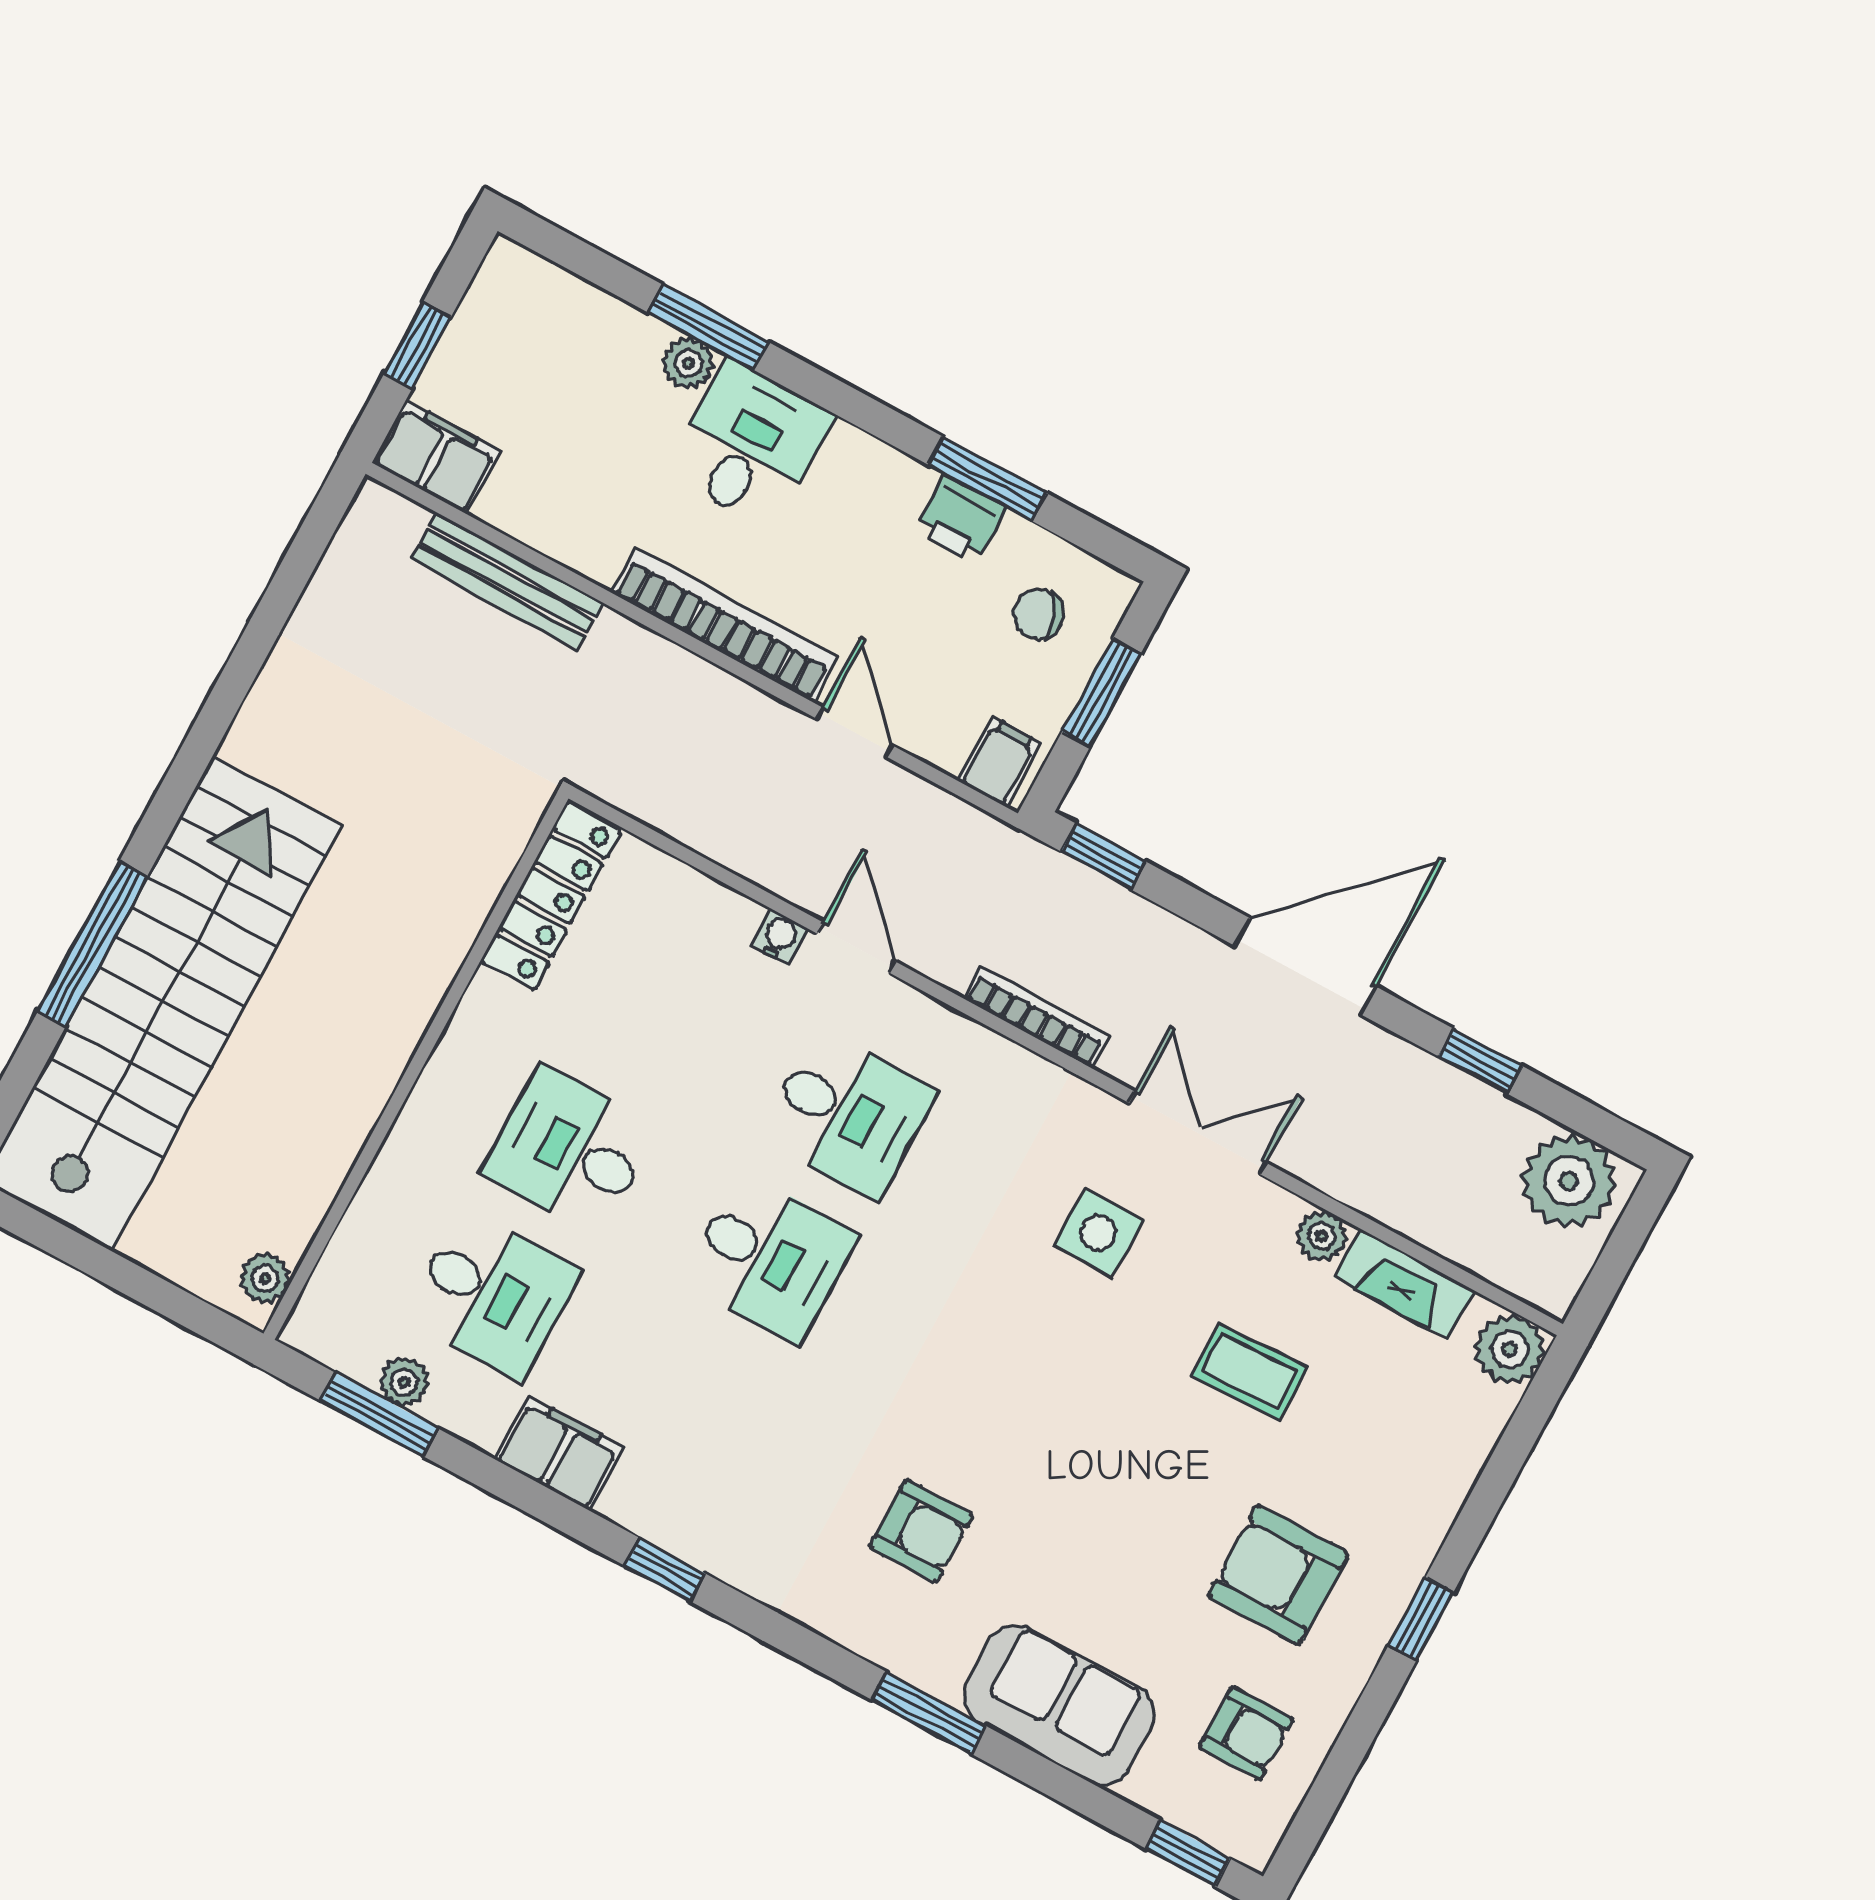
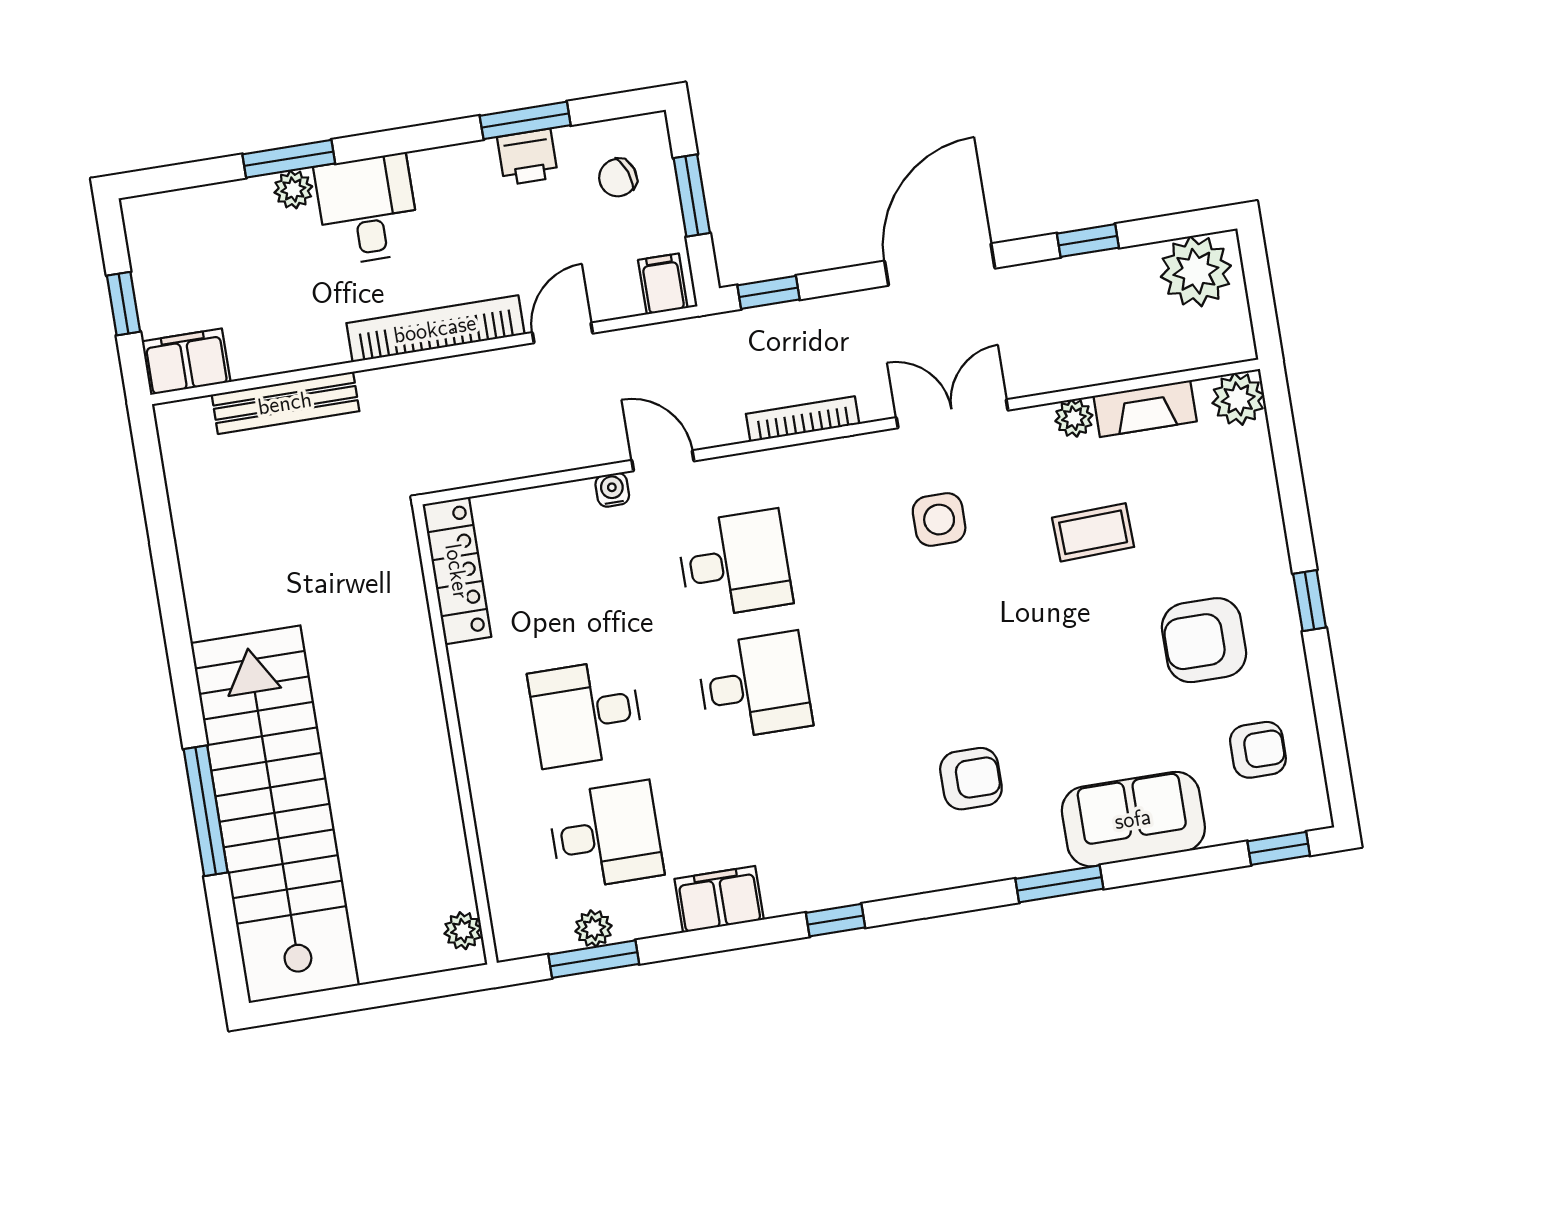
door: (854, 732) -> (563, 333), hinge flipped

